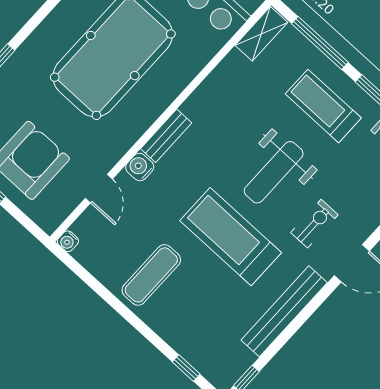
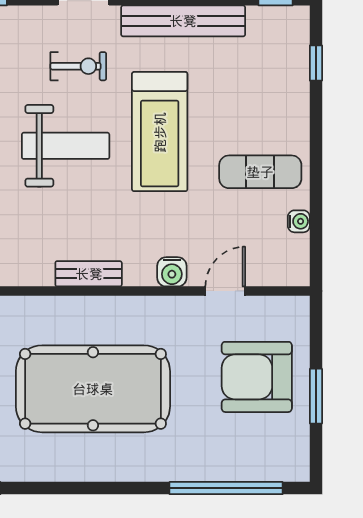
bench: (166, 136) -> (89, 274), moved
exercise bike: (314, 224) -> (78, 66), turned 180
water cooler: (68, 241) -> (299, 221), moved

